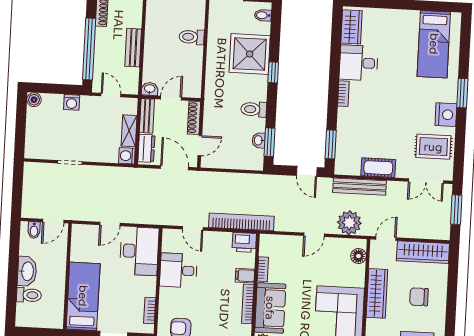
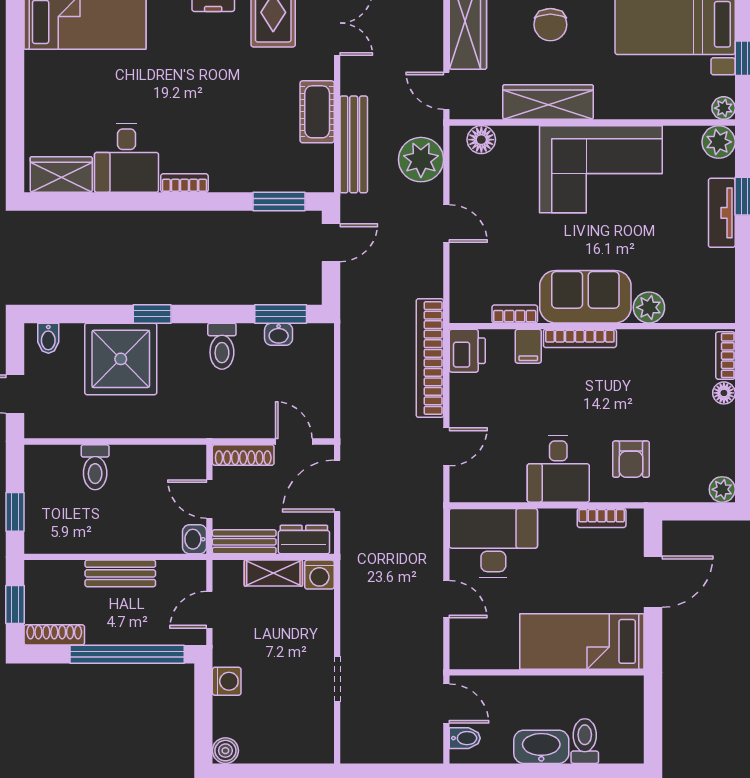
desk: (178, 270) -> (558, 469), moved

